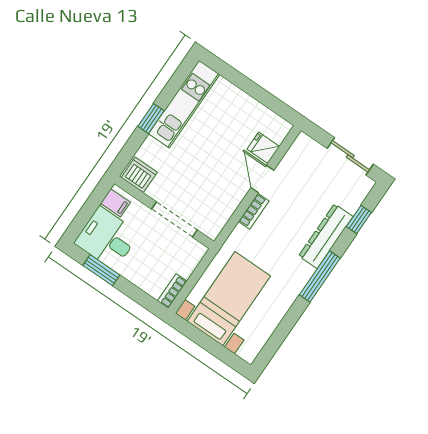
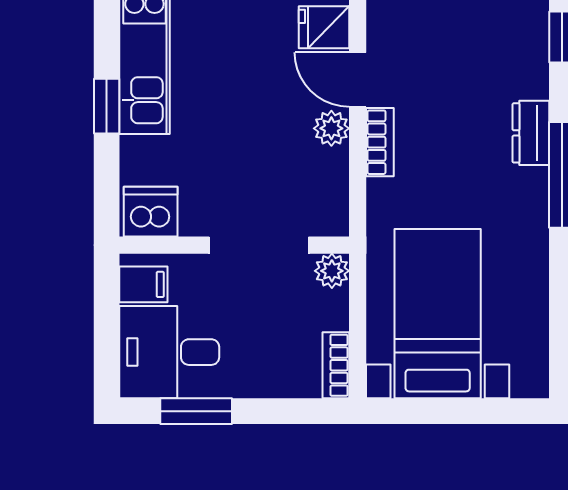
plant: (238, 192) -> (331, 128), added
dresser: (326, 236) -> (531, 133), width x0.51, depth x0.80
plant: (197, 251) -> (332, 271), added

